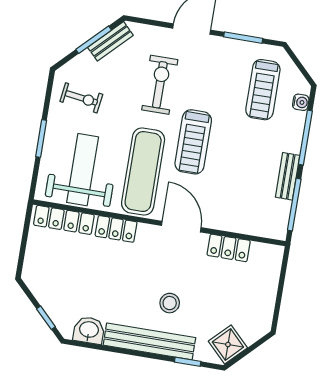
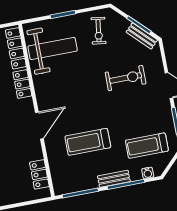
treadmill: (193, 142) -> (88, 142), moved
exercise mat: (143, 172) -> (66, 88), removed
bench: (288, 176) -> (114, 179), moved
locker: (229, 248) -> (39, 174), moved

